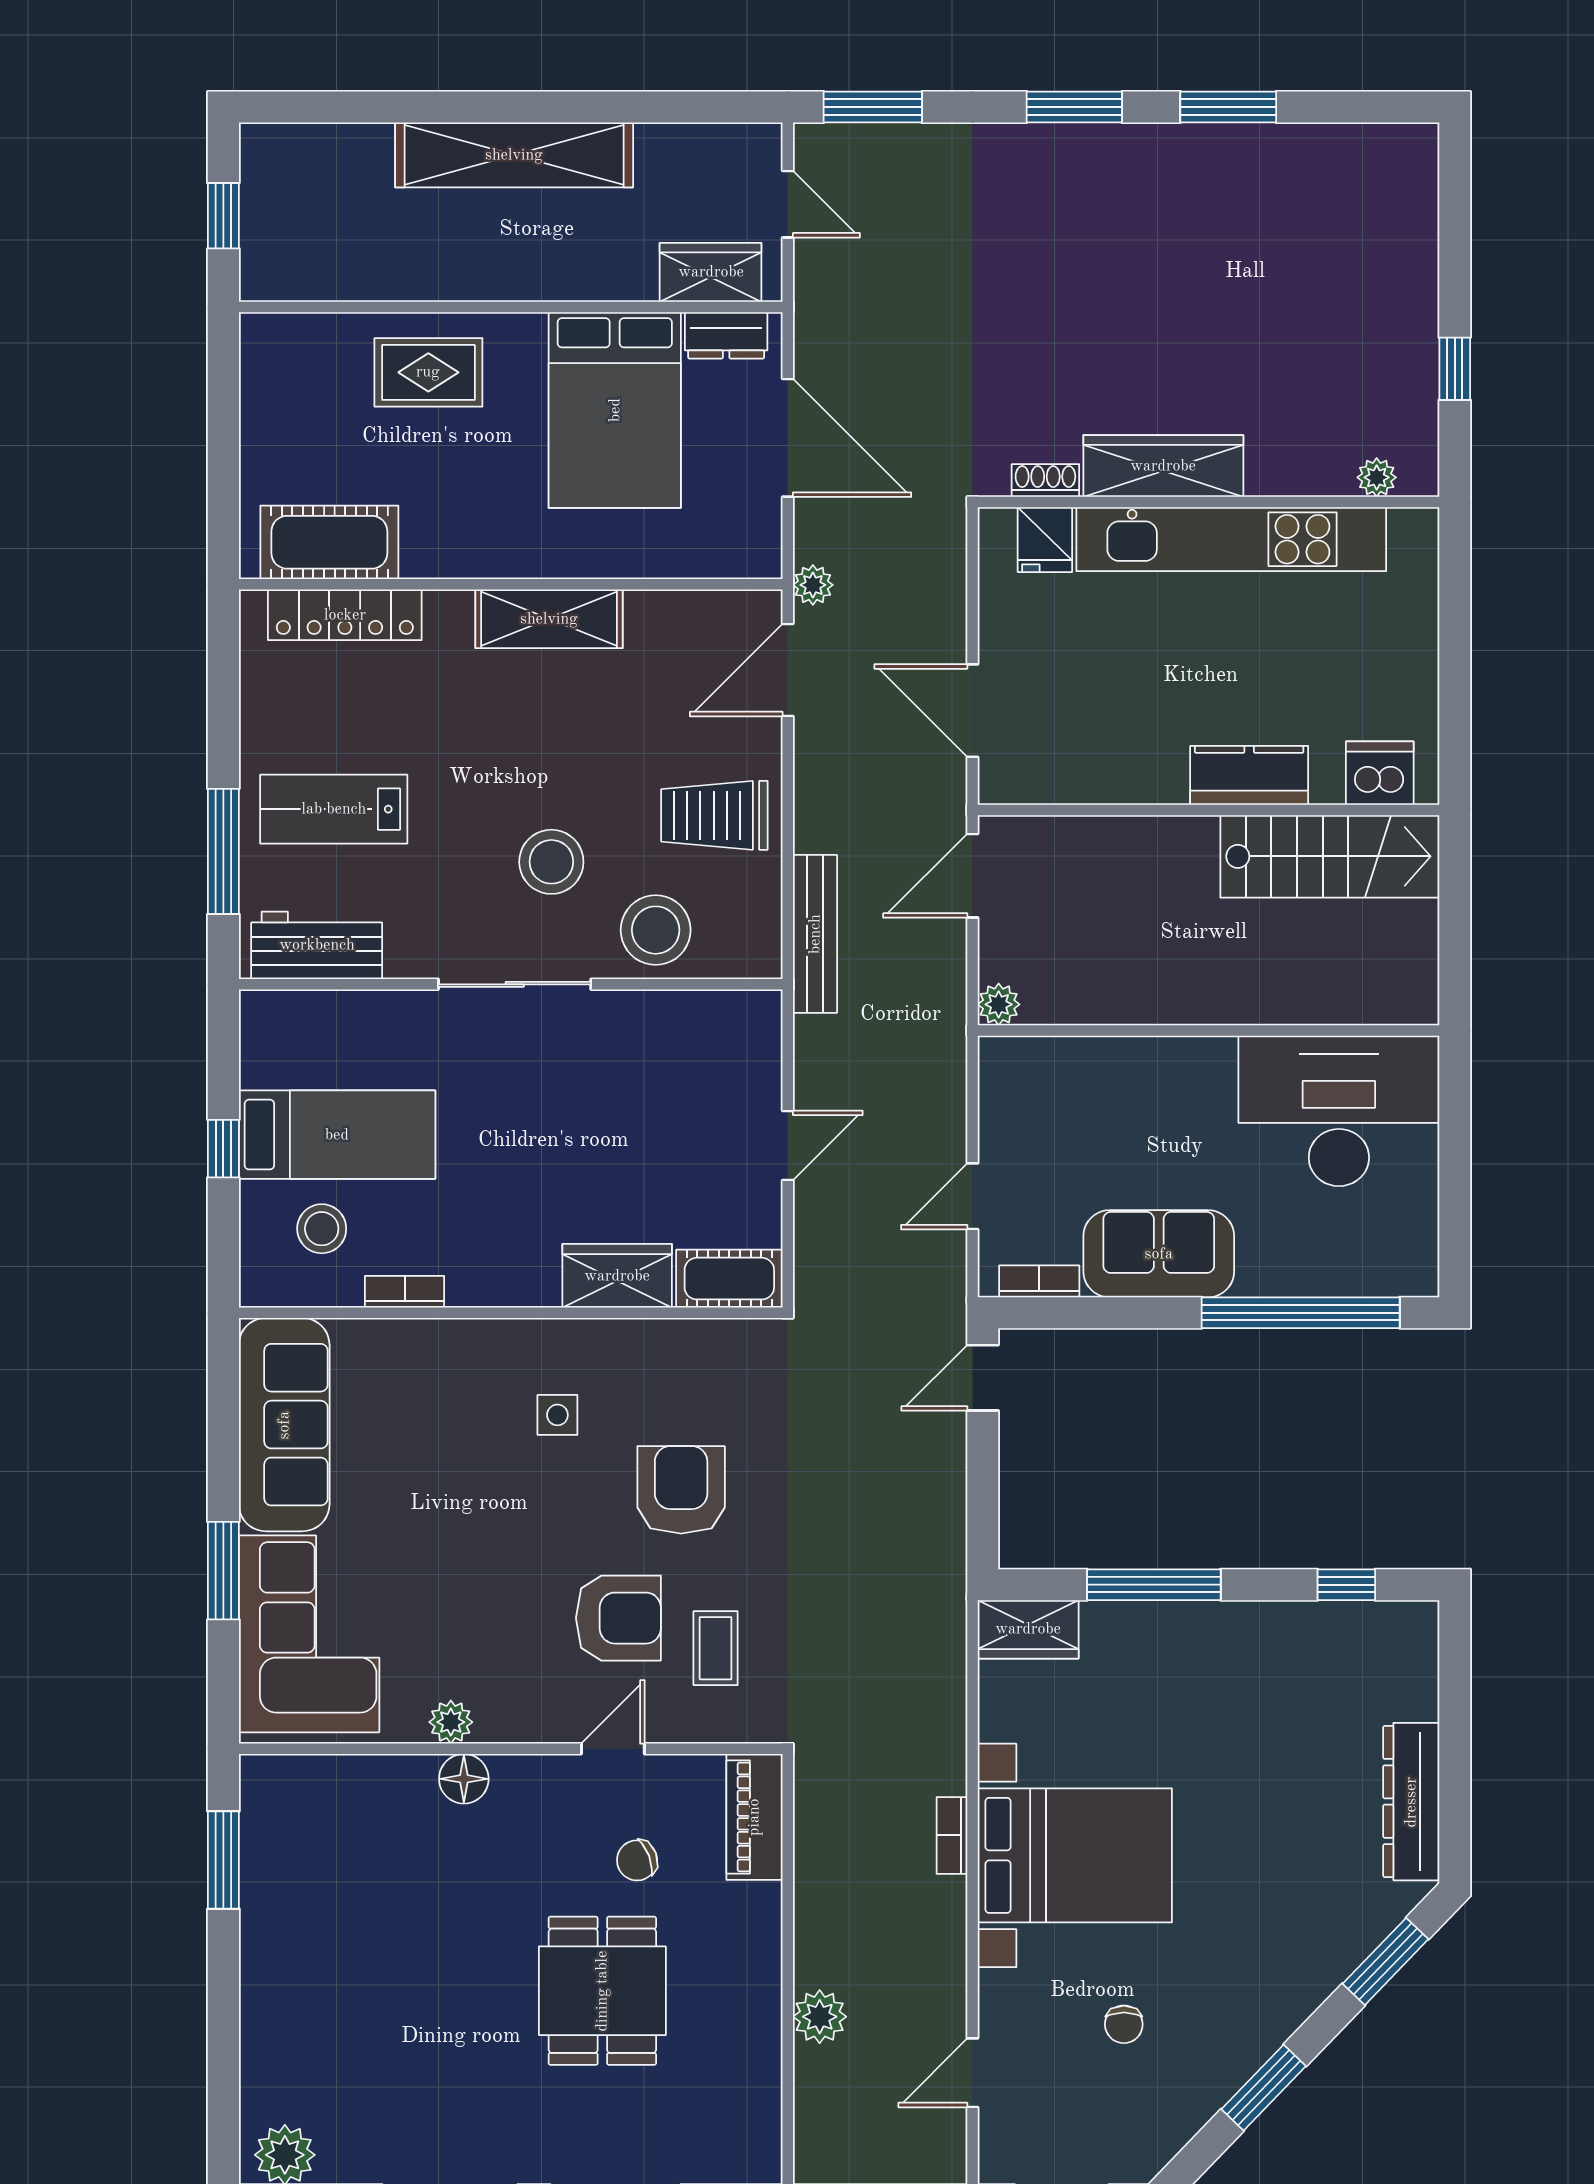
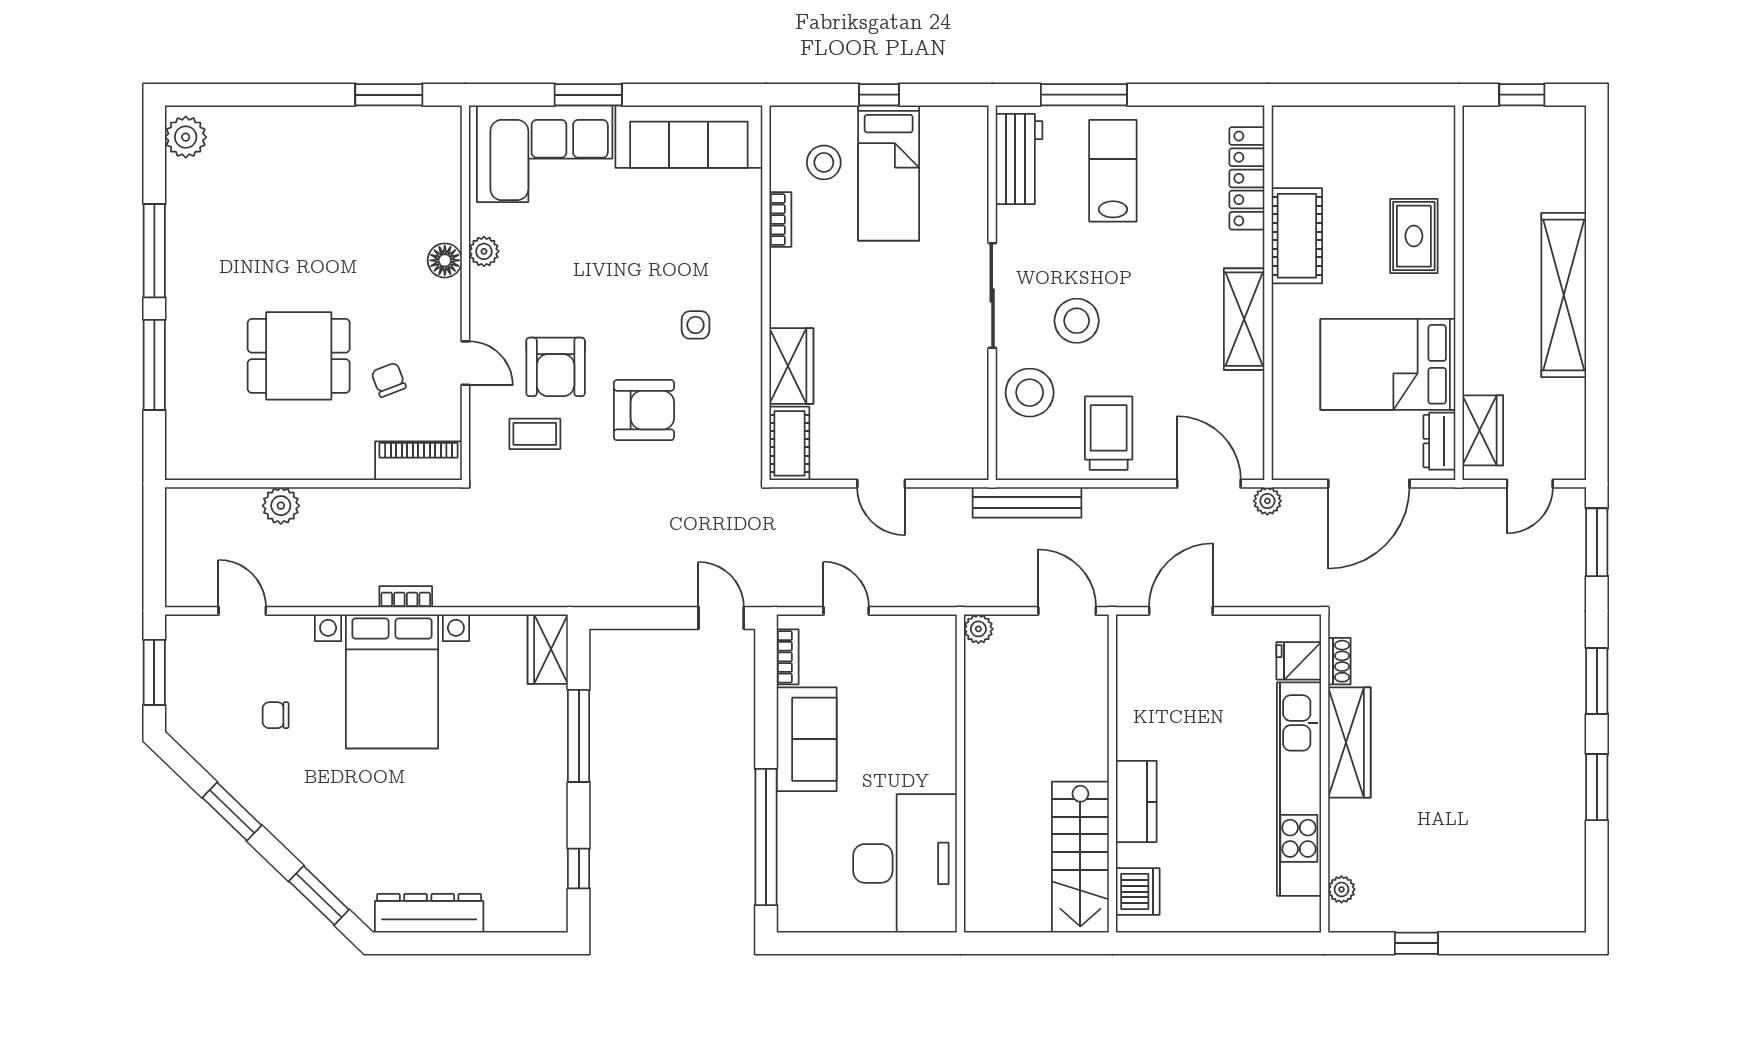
cot: (329, 542) -> (1297, 236), moved

